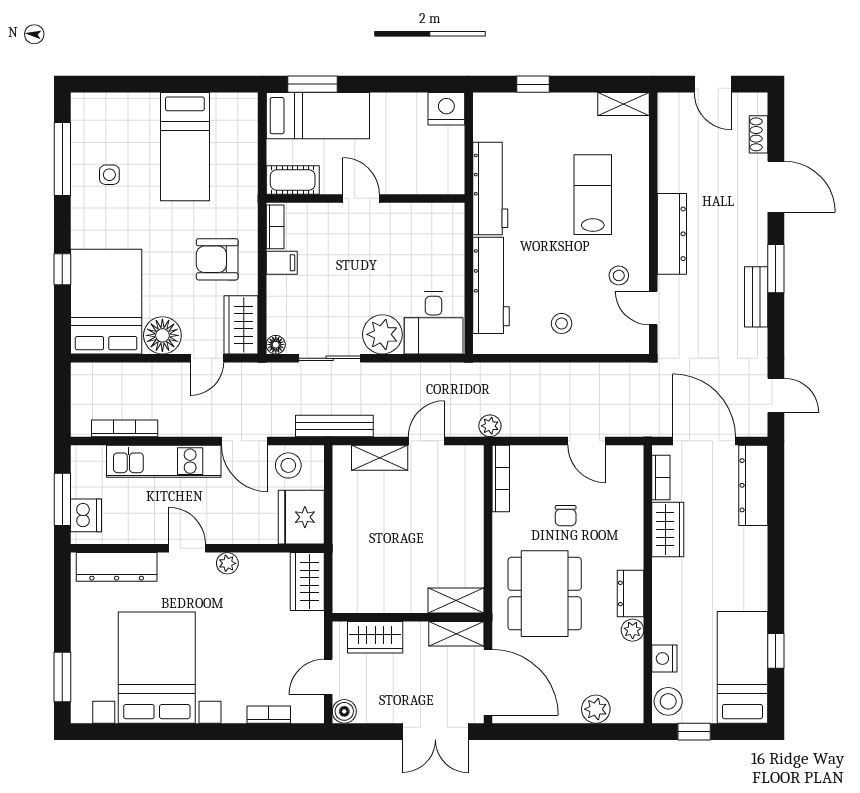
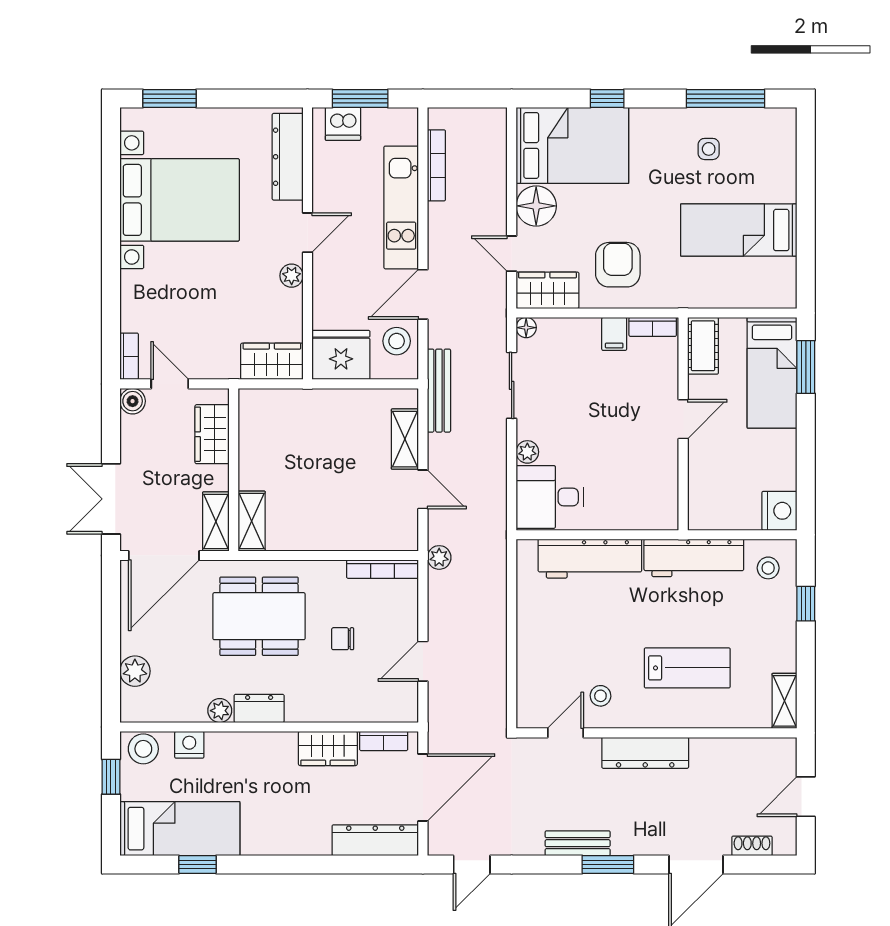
stool: (562, 323) -> (768, 568), moved
plant: (382, 334) -> (527, 452), width x0.53, depth x0.53
bookcase: (269, 715) -> (129, 356), moved

